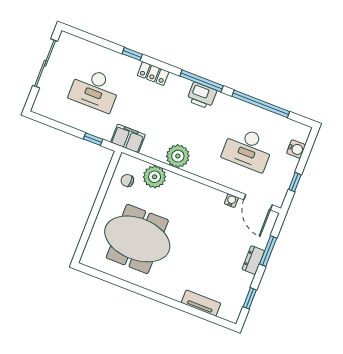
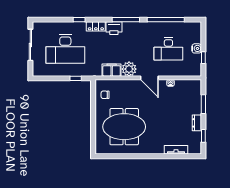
desk: (95, 90) -> (65, 49), width x1.36, depth x1.30
printer: (202, 95) -> (114, 28), moved
filing cabinet: (128, 139) -> (112, 70), moved
water cooler: (296, 149) -> (197, 48), moved
plant: (155, 177) -> (120, 86), removed
door: (258, 202) -> (149, 78), moved
dresser: (253, 260) -> (197, 123), moved

